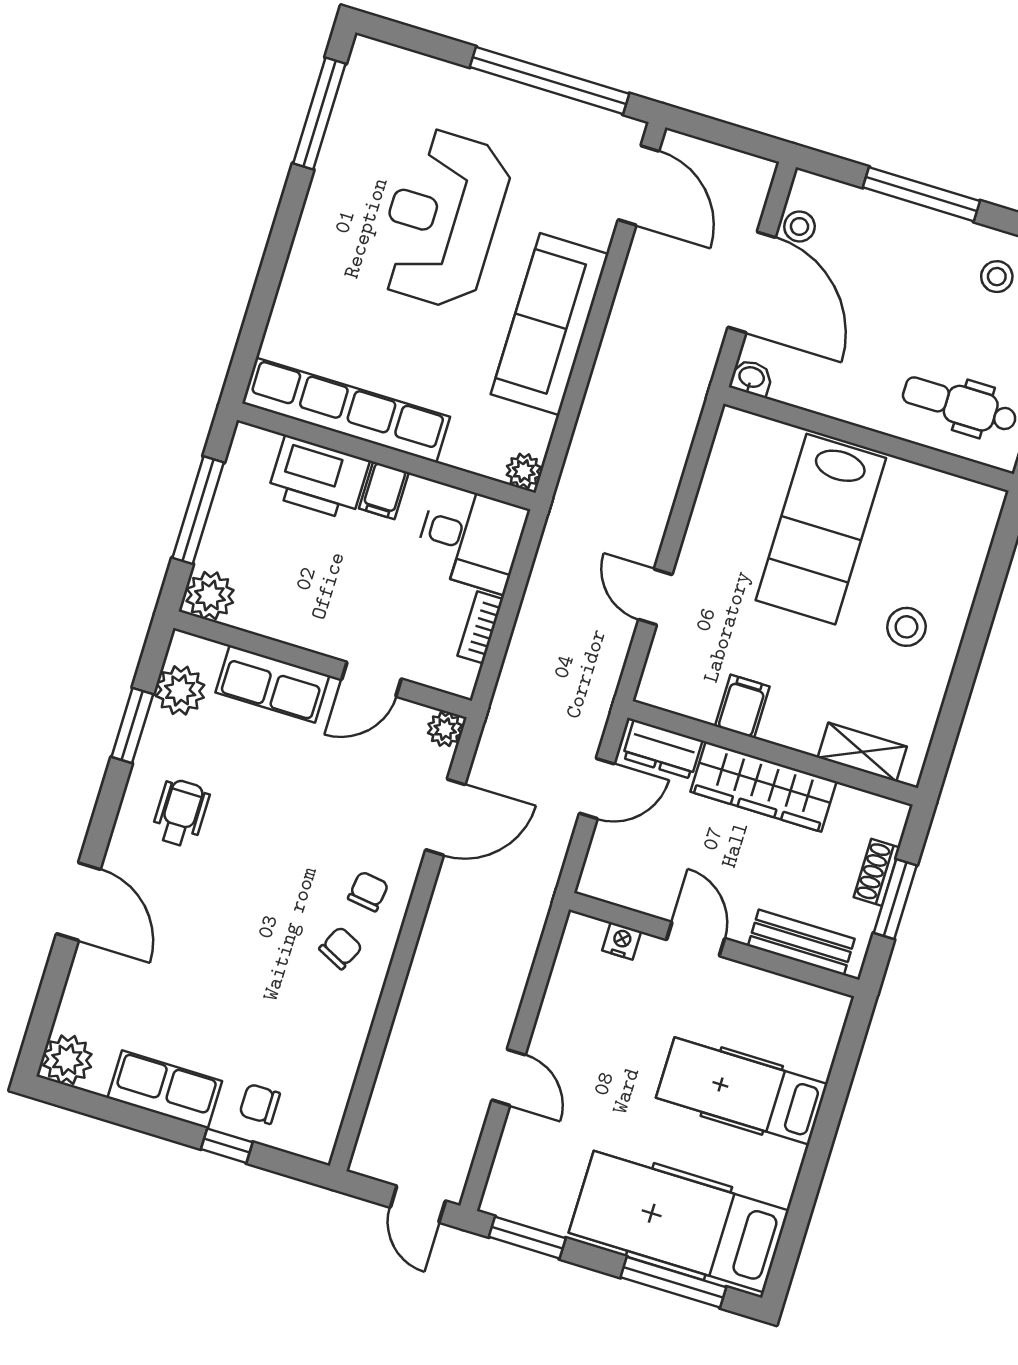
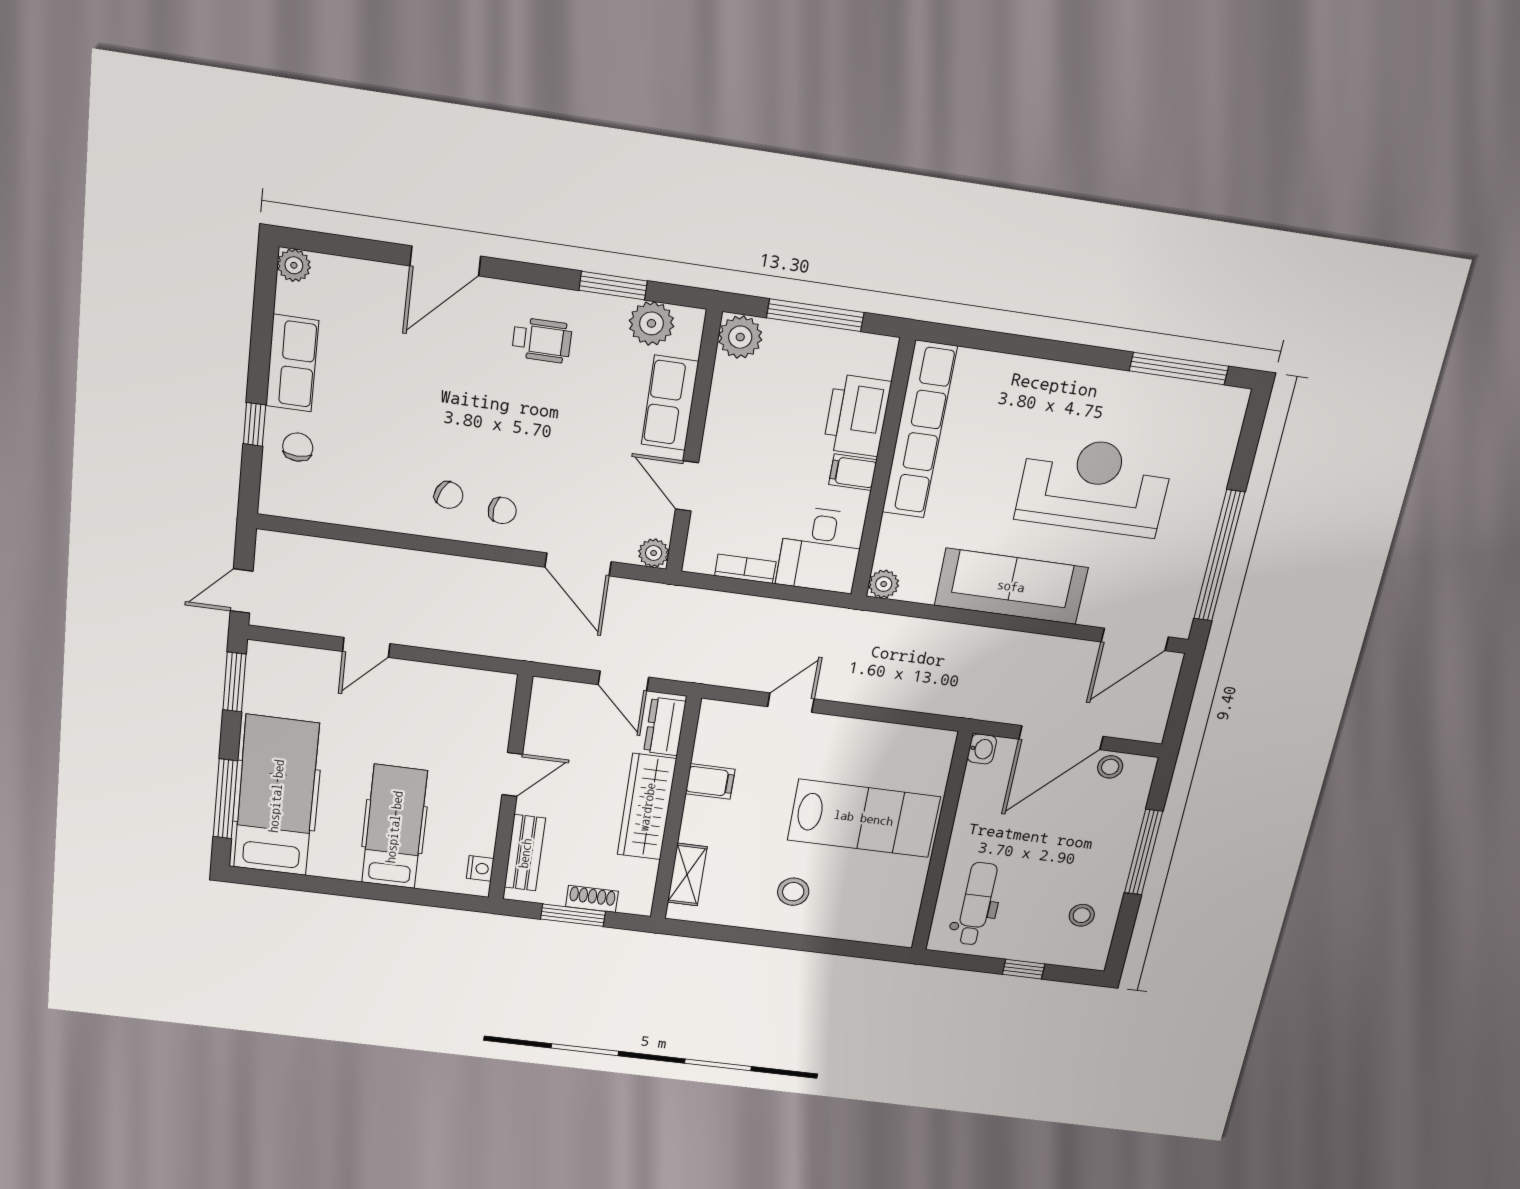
lab bench: (821, 529) -> (864, 818), turned 180
nightstand: (622, 941) -> (480, 868), moved
plant: (67, 1060) -> (294, 265), width x0.73, depth x0.73

